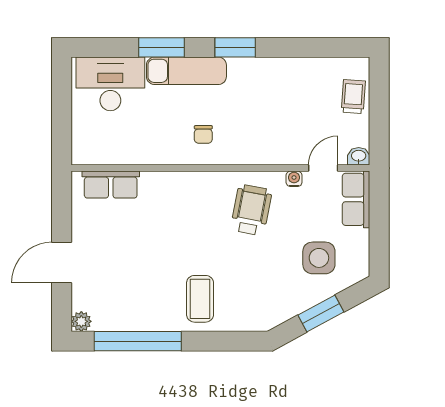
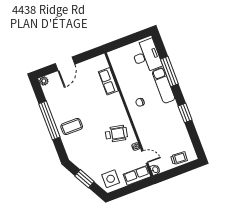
window: (162, 47) -> (169, 71), width x1.44
window: (235, 47) -> (185, 113), moved
row of seats: (111, 185) -> (108, 81), moved
side table: (319, 258) -> (111, 179), moved
door: (62, 263) -> (65, 64), swing flipped
window: (138, 341) -> (49, 120), moved

